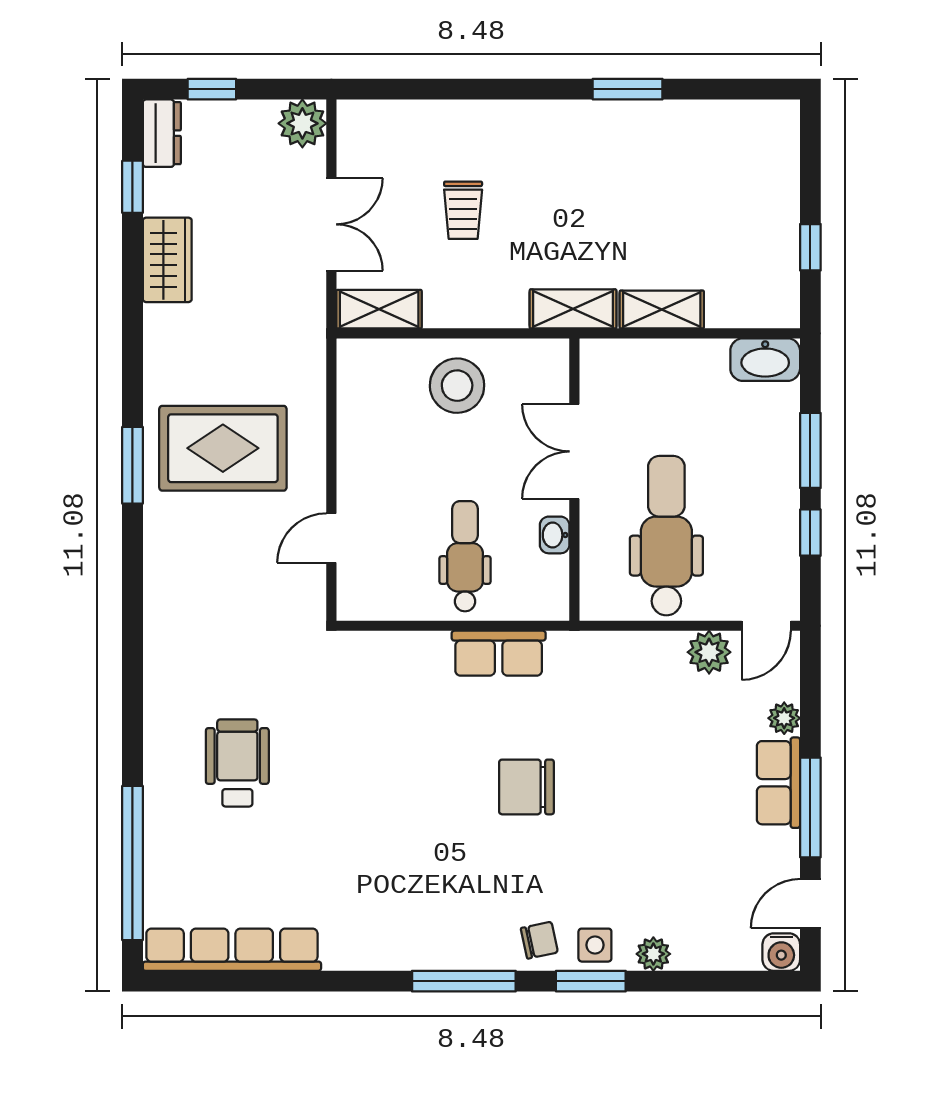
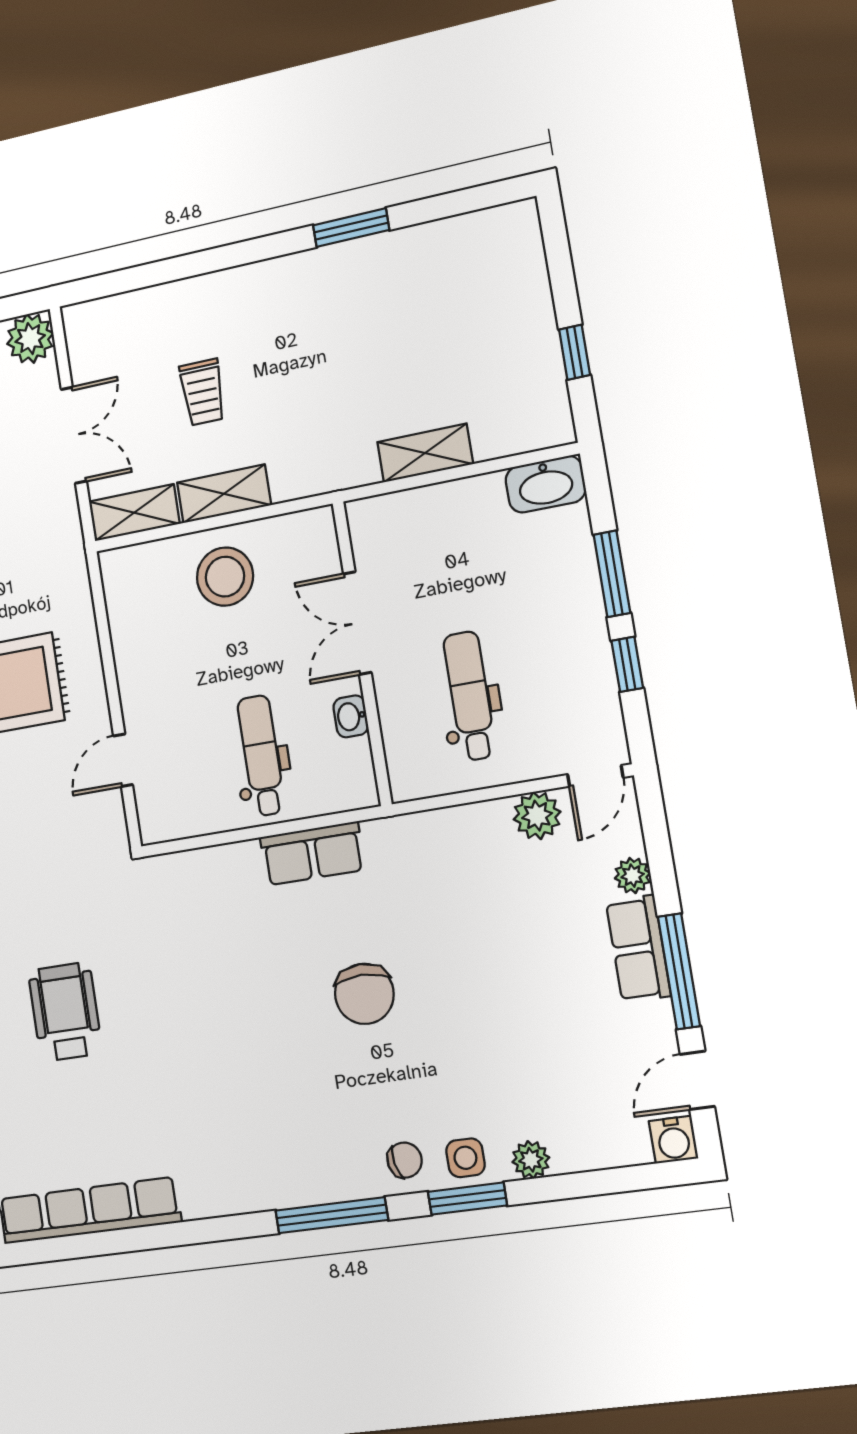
shelving: (573, 309) -> (224, 494), moved
dental chair: (666, 536) -> (470, 696), width x0.73, depth x0.72
chair: (526, 787) -> (364, 994), turned -90

